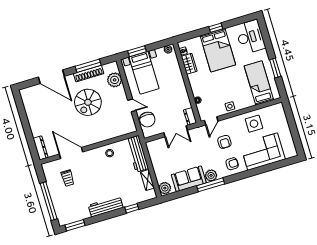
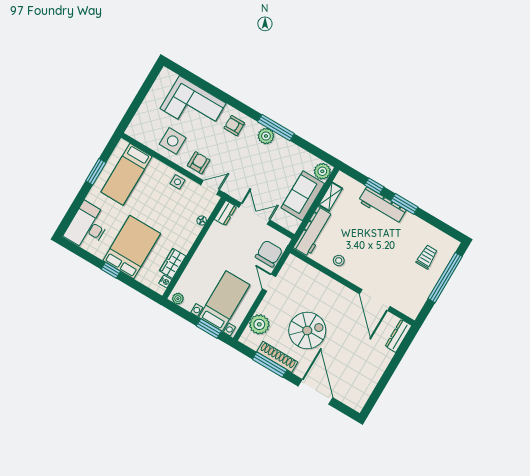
armchair: (224, 142) -> (199, 163), moved
trolley: (68, 178) -> (427, 257), moved
sofa: (189, 179) -> (303, 196), moved, turned 90
workbench: (106, 206) -> (382, 206), moved
window: (75, 225) -> (404, 204), moved

